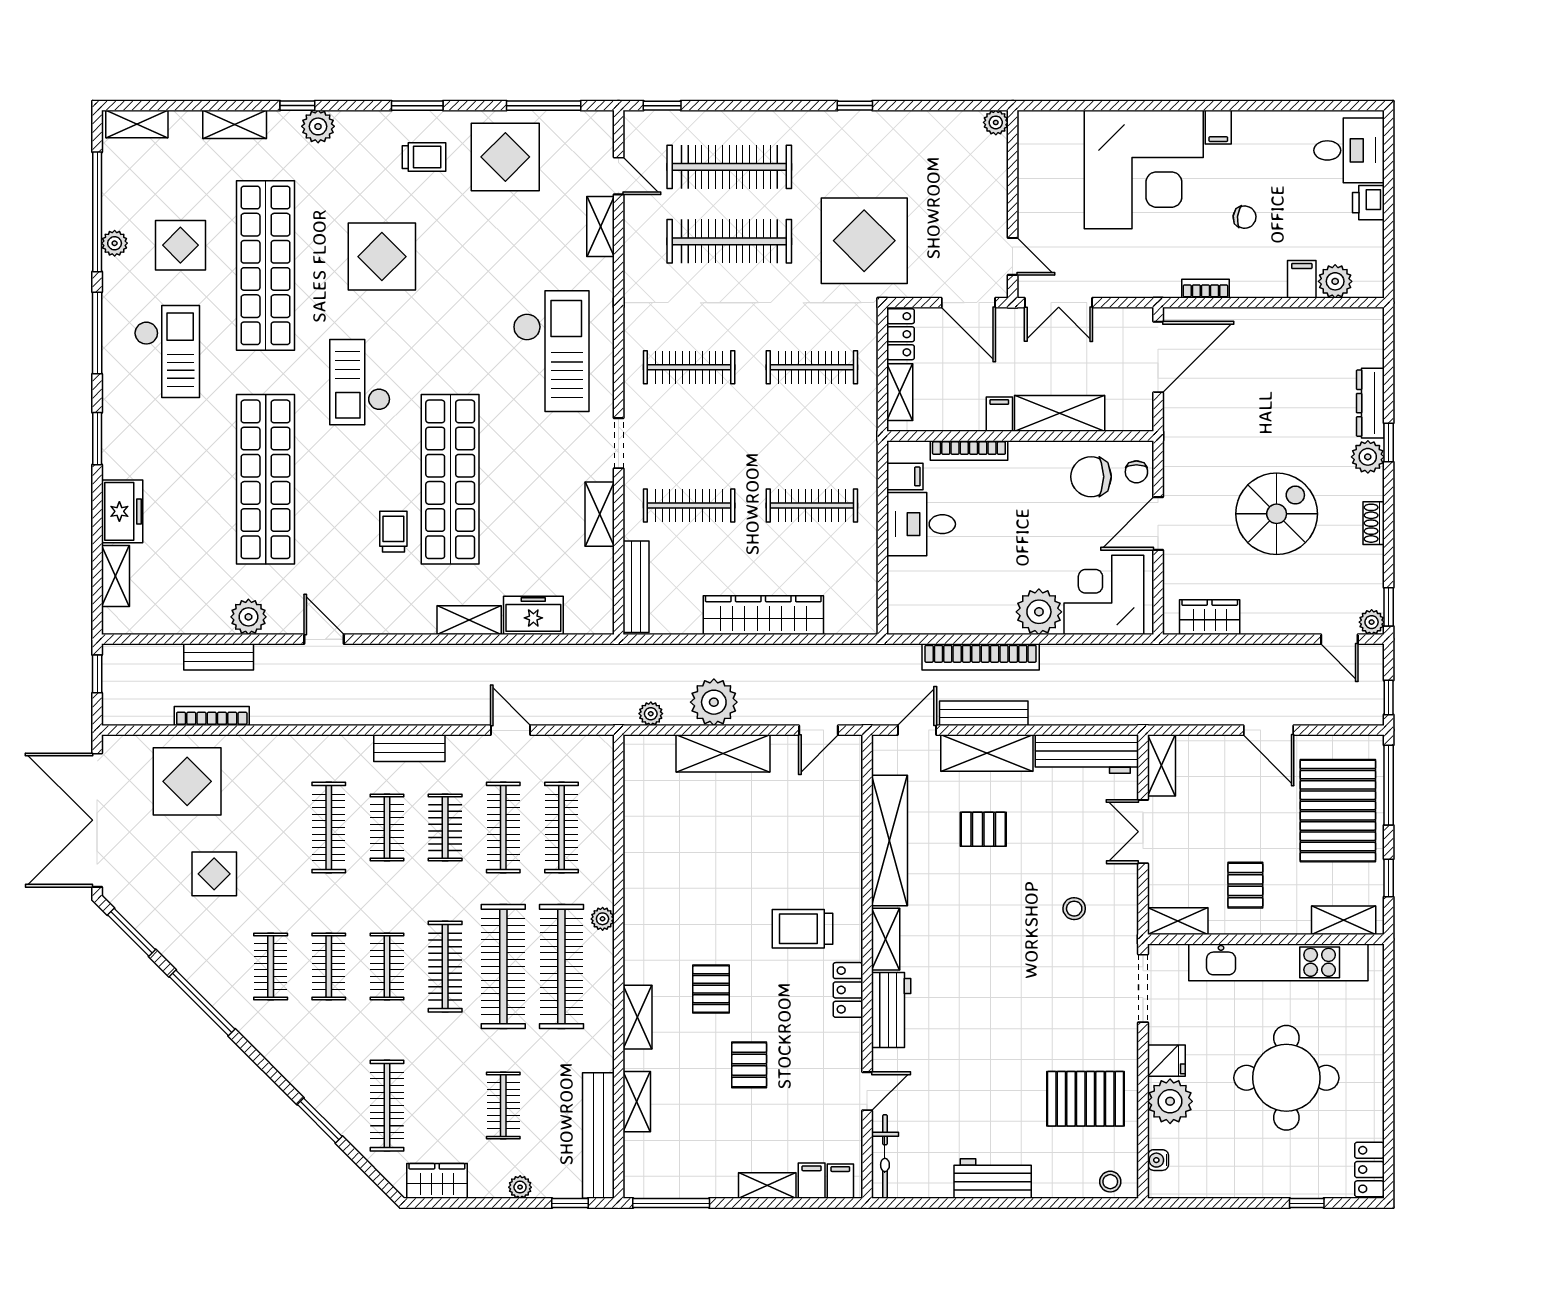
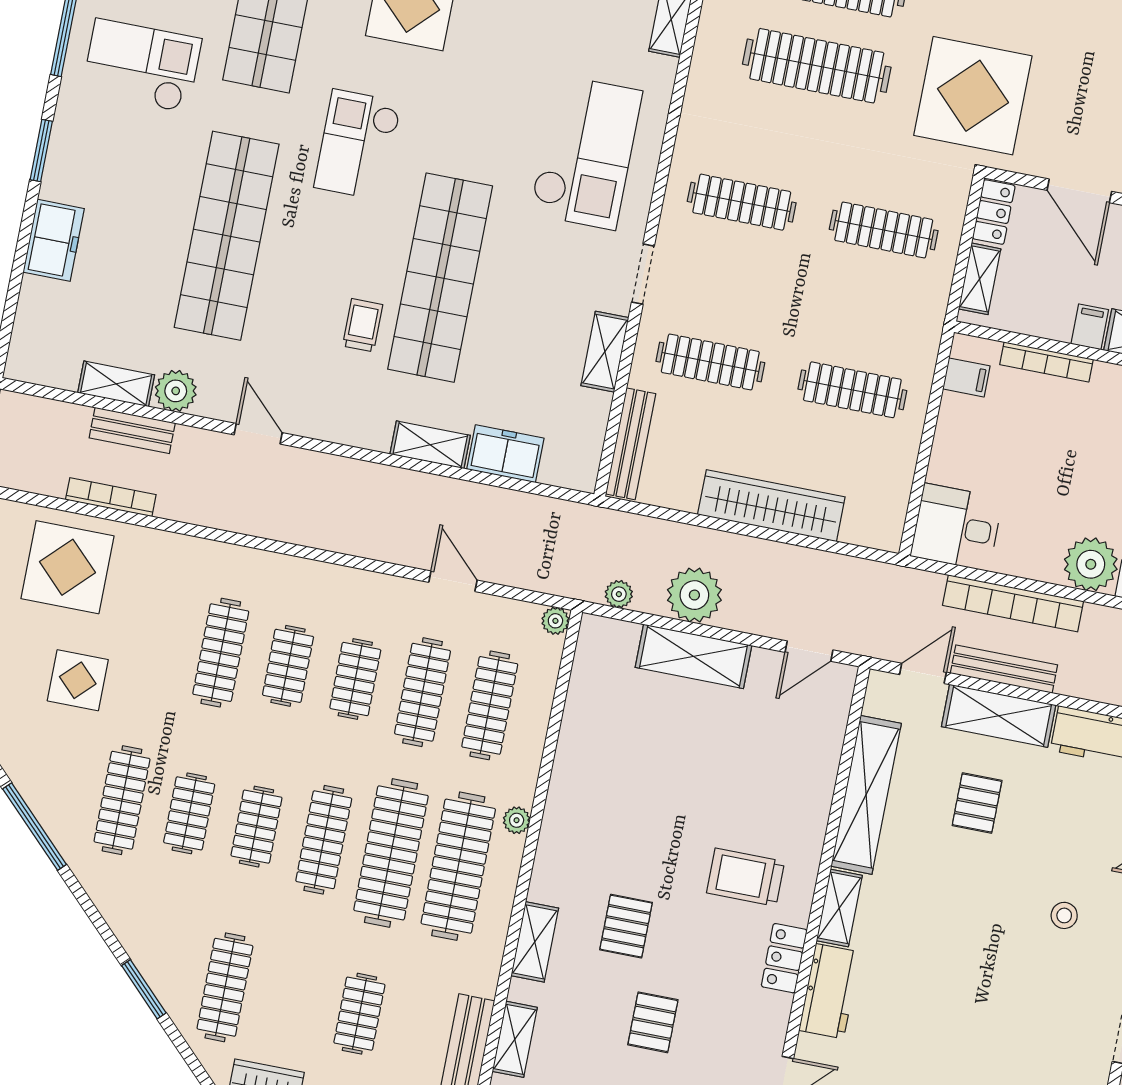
checkout: (167, 352) -> (142, 66), turned -90
desk: (921, 524) -> (957, 527), moved
shelving: (115, 576) -> (116, 384), moved, turned 90
plant: (602, 746) -> (555, 621), added
bench: (409, 748) -> (332, 579), removed
pallet: (983, 829) -> (977, 803), turned 90
clothes rail: (271, 967) -> (122, 800), width x1.36

